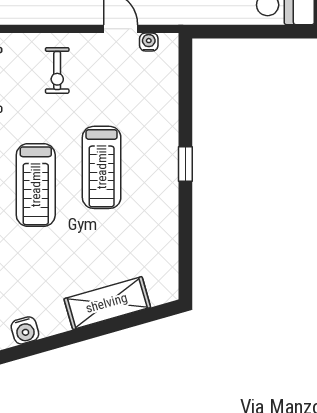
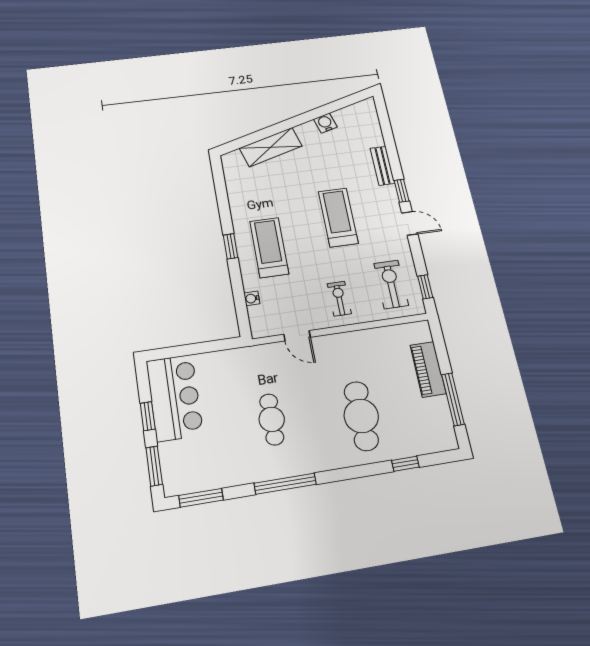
water cooler: (149, 42) -> (252, 298), moved, turned 90
treadmill: (102, 167) -> (269, 247), moved

